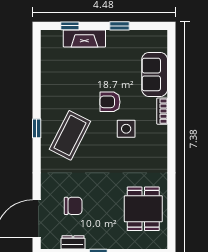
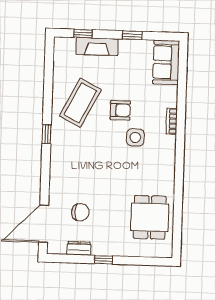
sofa: (155, 74) -> (166, 62), moved
armchair: (110, 102) -> (120, 110), turned 180
coffee table: (70, 135) -> (80, 103), moved

